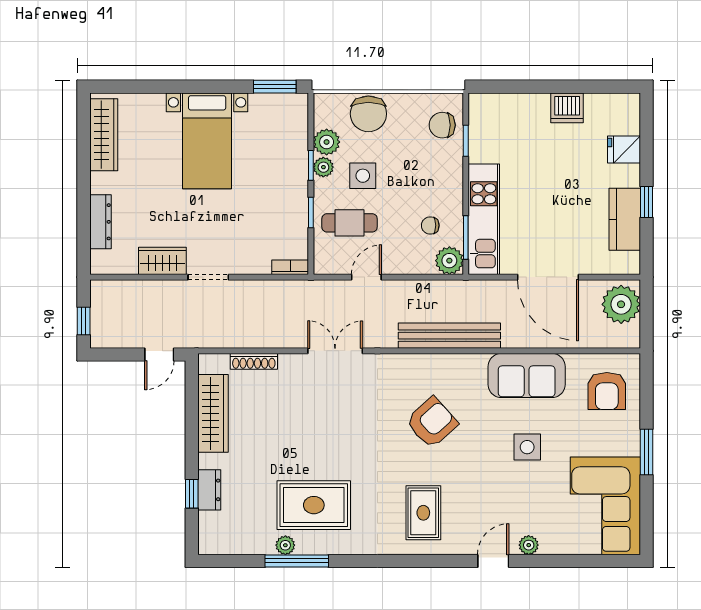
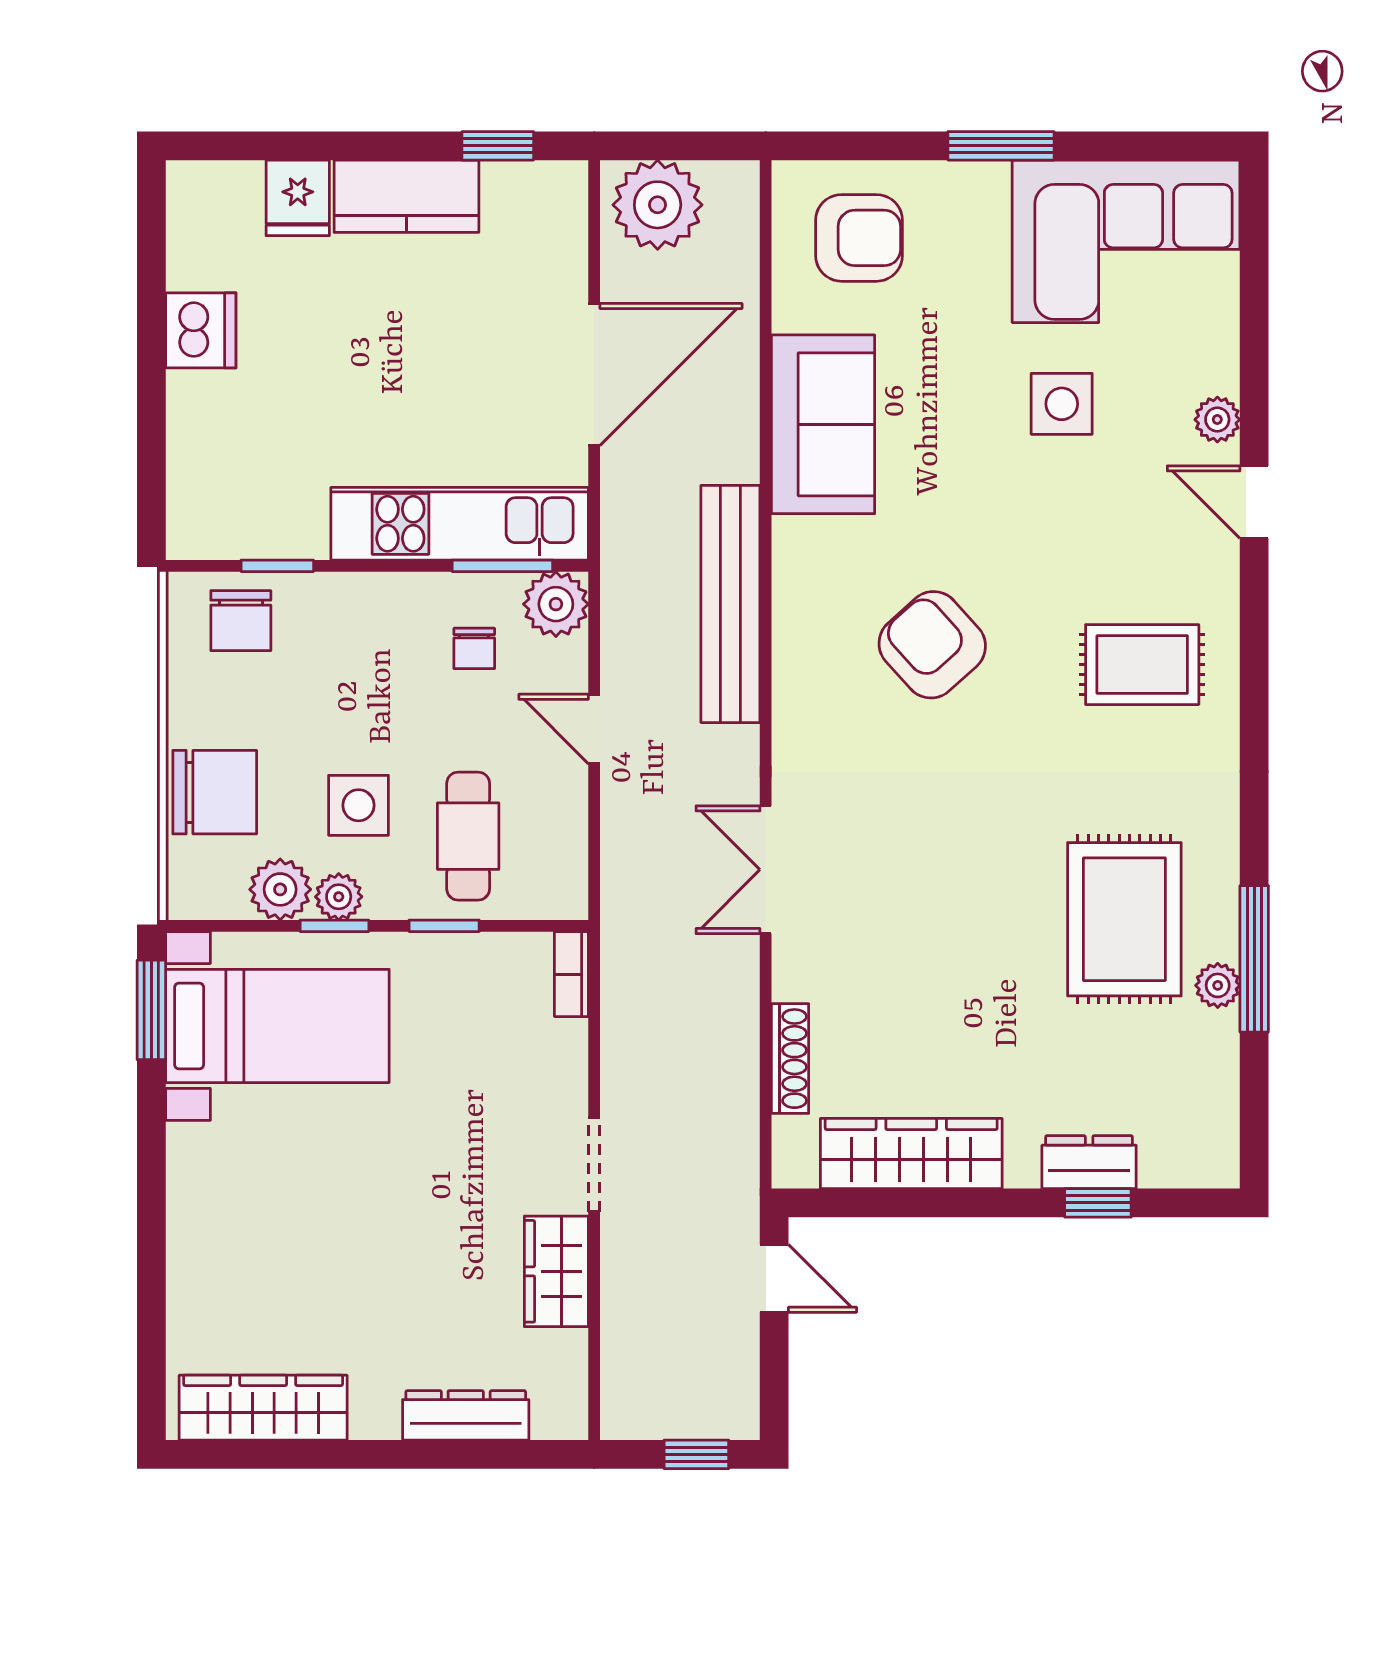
bed with nightstands: (207, 141) -> (277, 1026), moved
window: (646, 202) -> (498, 146), moved
kitchen counter: (625, 219) -> (406, 196), moved
door: (366, 277) -> (594, 729), moved
side table: (527, 447) -> (1062, 404), moved

